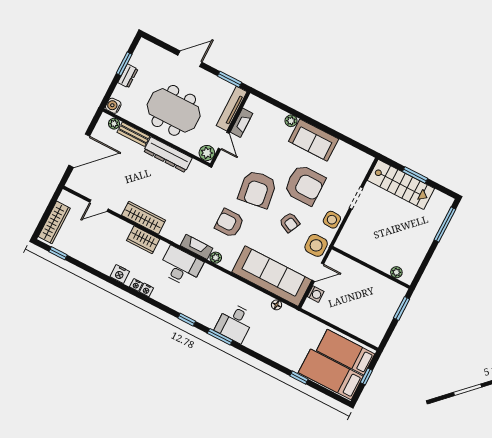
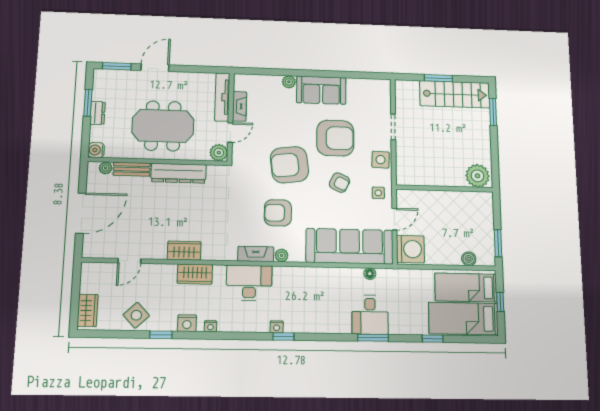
window: (230, 79) -> (117, 66), moved
door: (224, 141) -> (230, 133), hinge flipped
stairs: (401, 184) -> (455, 94), moved
armchair: (257, 189) -> (289, 165), turned 91
wardrobe: (144, 218) -> (184, 251), width x0.67
wardrobe: (54, 222) -> (88, 310), width x0.67
window: (445, 225) -> (493, 112), width x0.69
side table: (316, 245) -> (378, 193), width x0.54, depth x0.54
side table: (85, 250) -> (136, 315), added
window: (58, 253) -> (161, 335), moved
plant: (396, 272) -> (477, 176), width x1.87, depth x1.87
nightstand: (146, 290) -> (277, 327), moved
washing machine: (316, 294) -> (410, 249), width x1.89, depth x1.89
window: (402, 309) -> (498, 243), moved
desk: (235, 323) -> (370, 315), moved
boiler: (360, 332) -> (469, 259), added
window: (220, 337) -> (373, 338), moved

